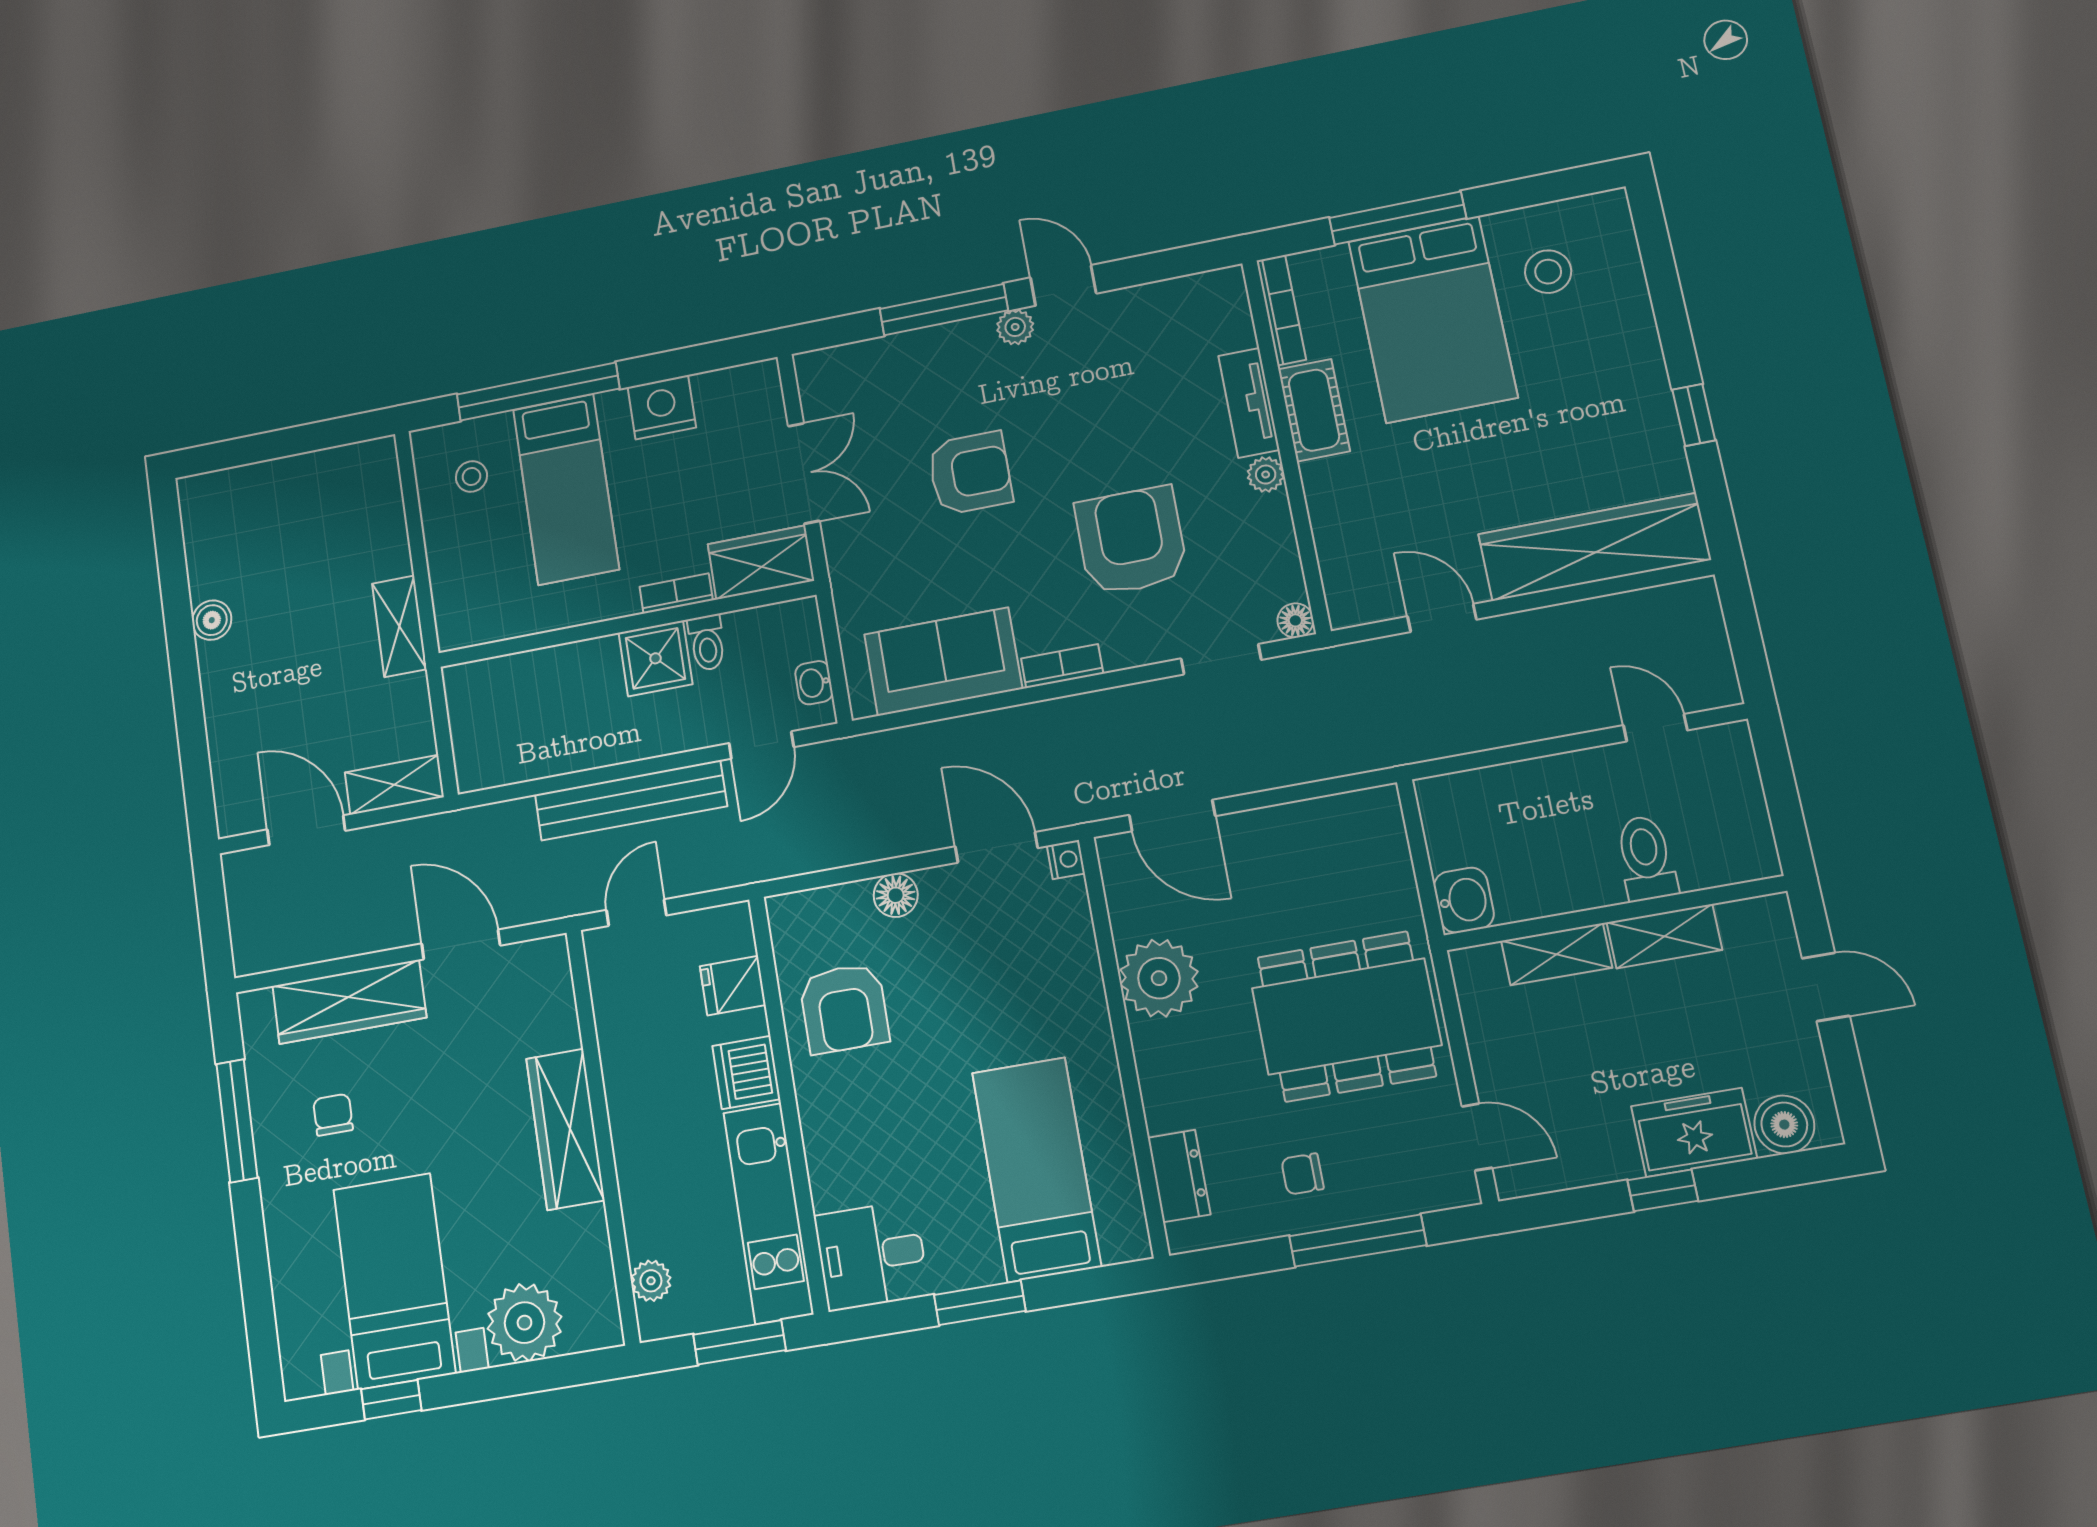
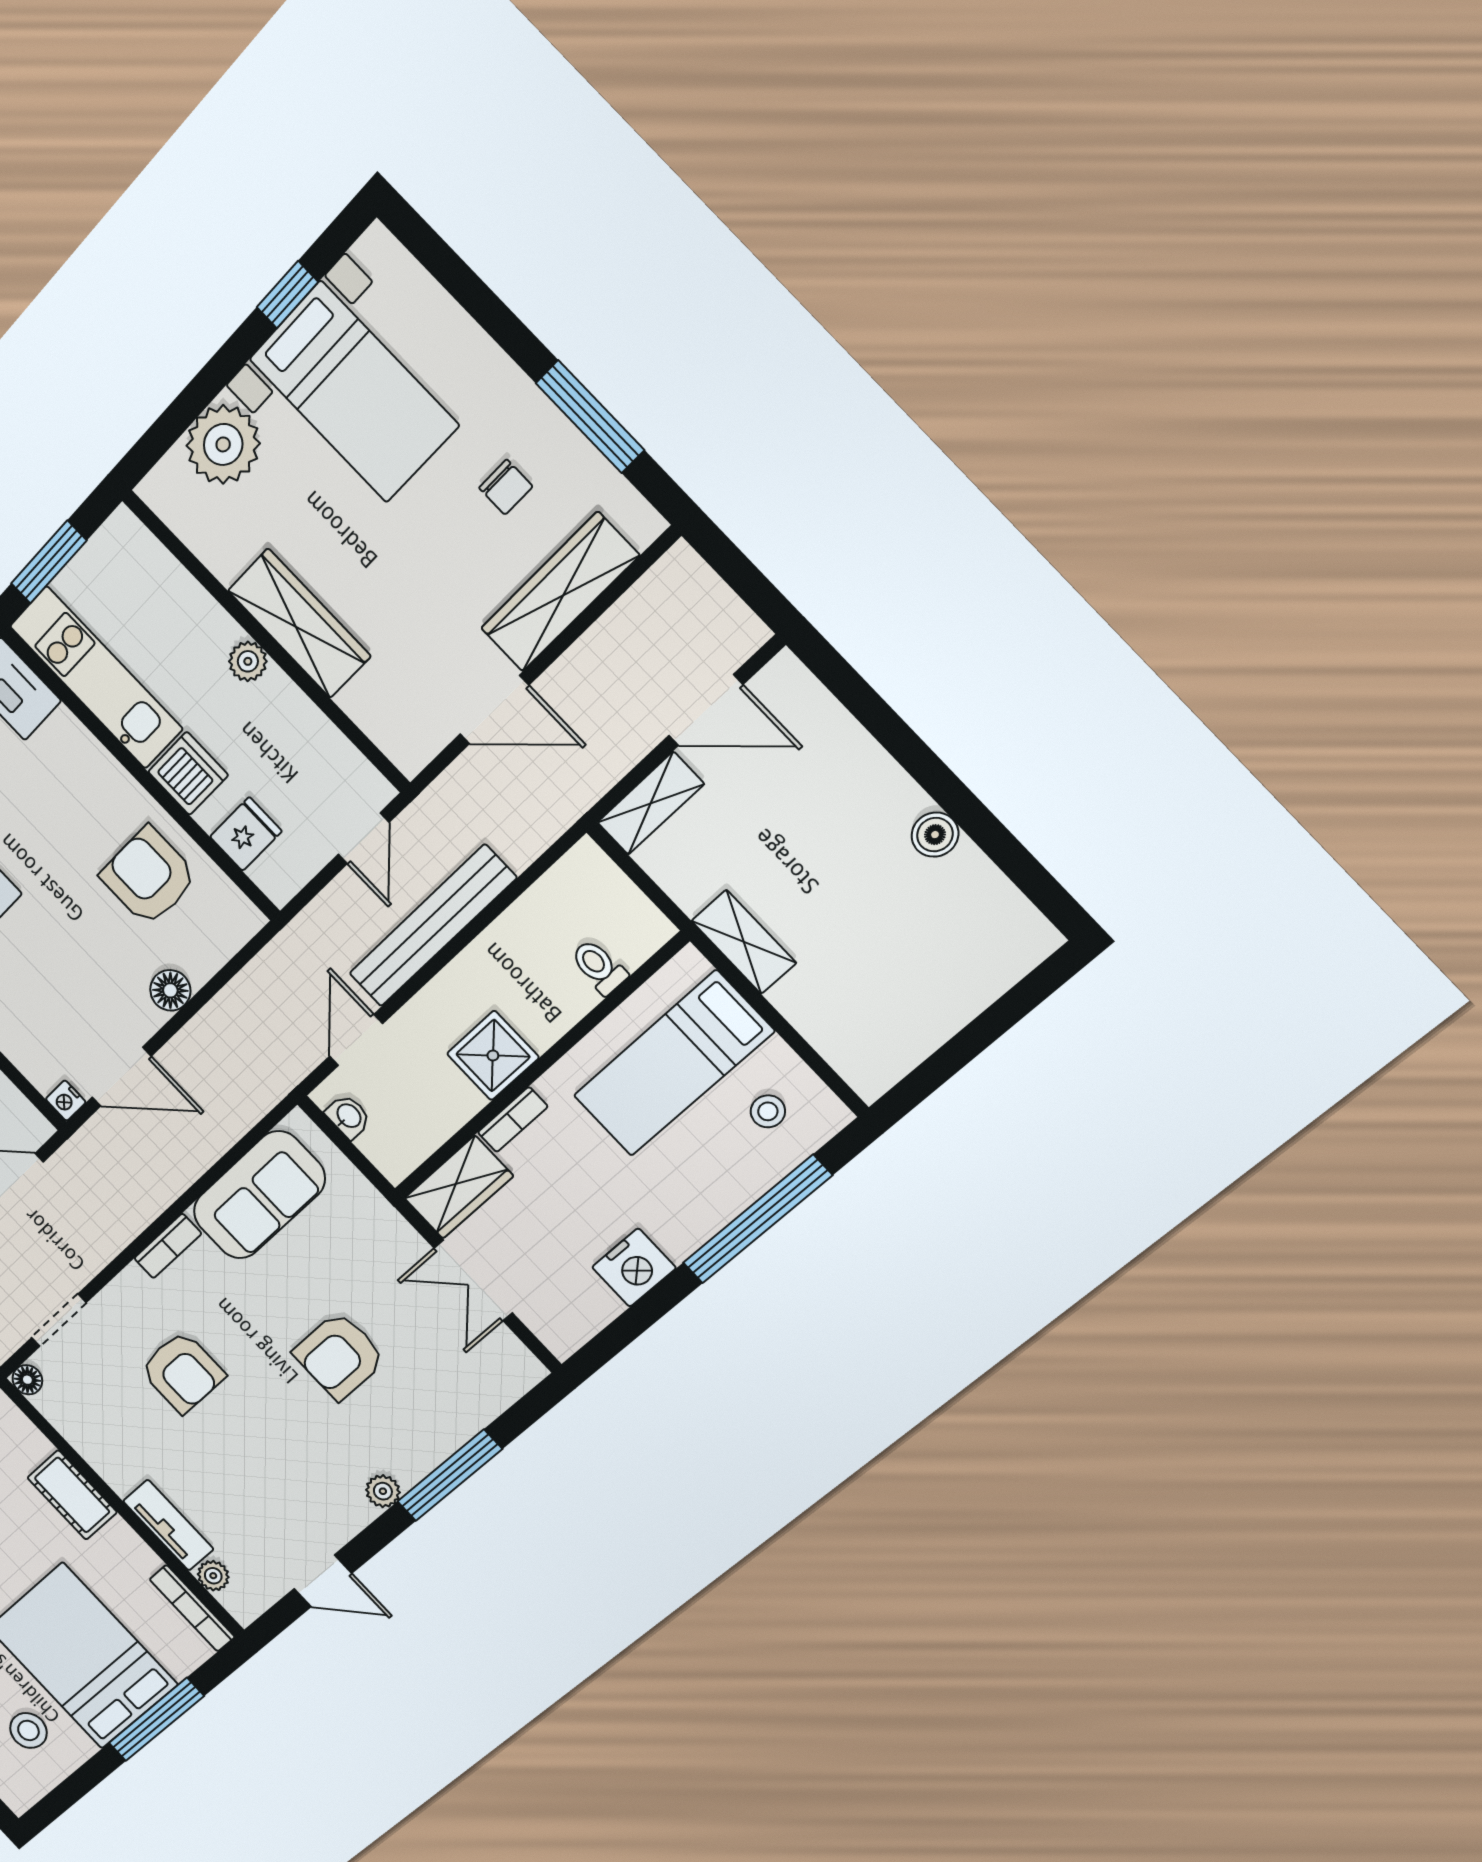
door: (1063, 285) -> (323, 1581), moved
cot: (1314, 410) -> (72, 1495), moved
plant: (1266, 475) -> (213, 1576), moved
bed: (566, 489) -> (673, 1064), moved, turned -90
armchair: (1131, 541) -> (182, 1372), width x0.73, depth x0.73
toilet: (707, 643) -> (599, 967), moved
plant: (651, 1281) -> (248, 661), moved

